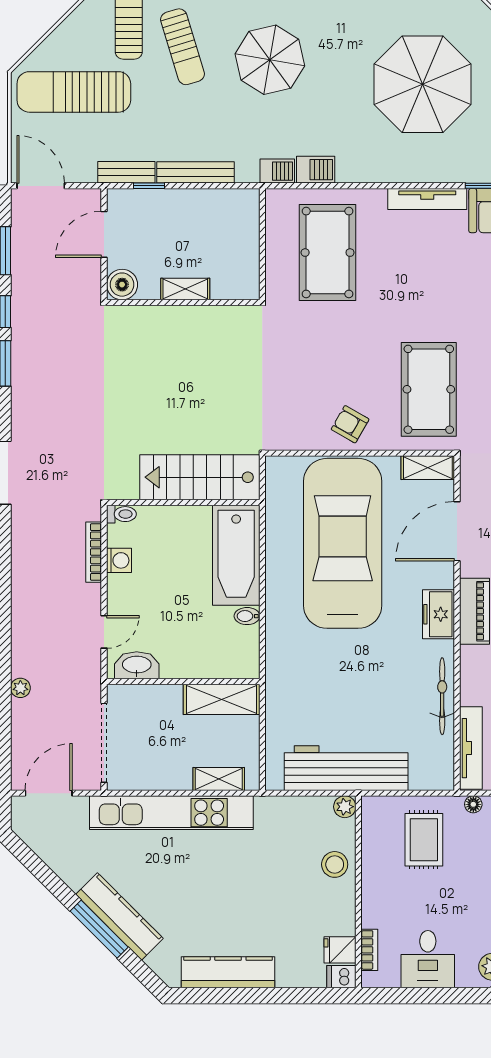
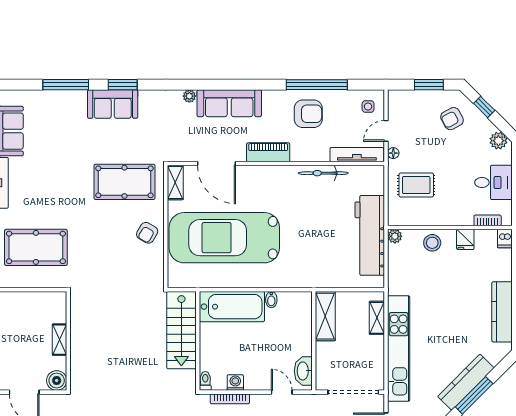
freezer: (438, 614) -> (270, 176), removed
fridge: (340, 950) -> (465, 239), moved

